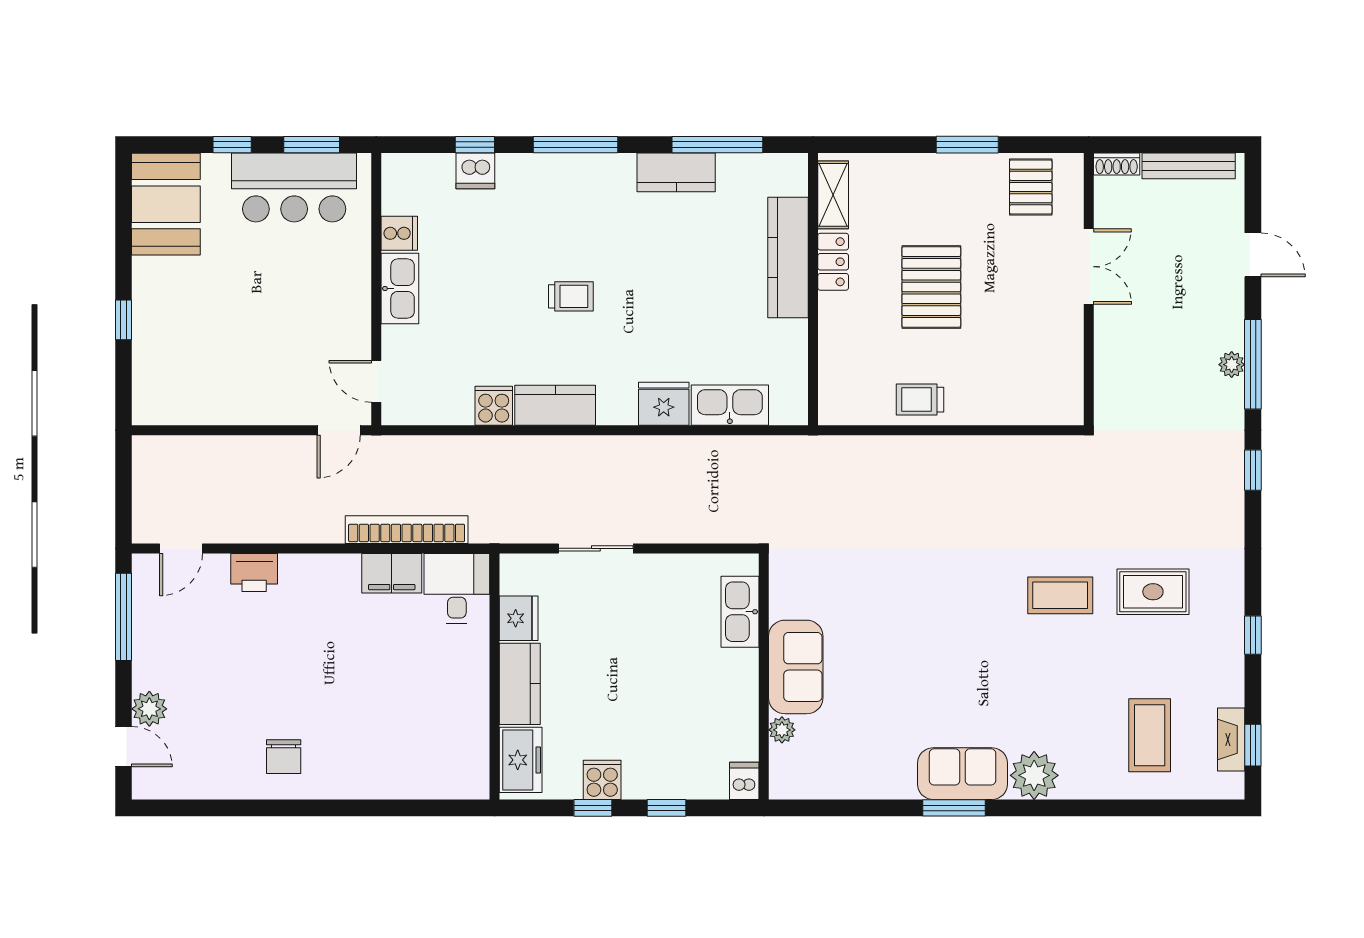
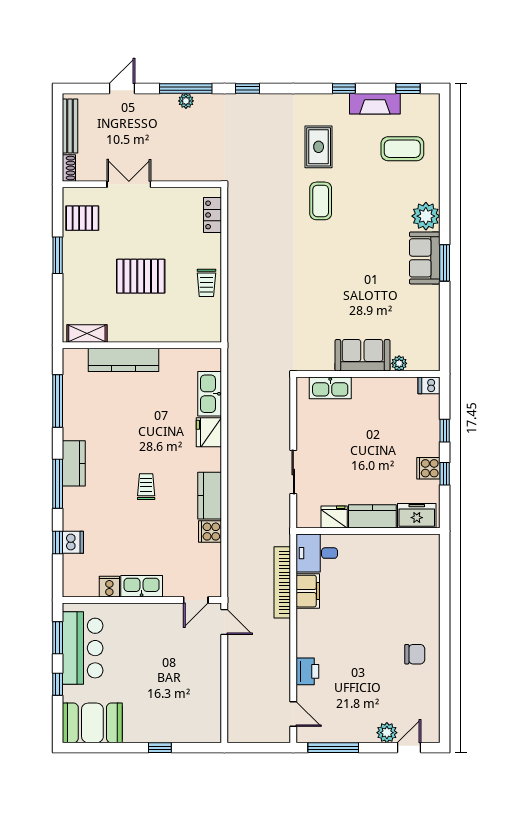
kitchen counter: (676, 172) -> (74, 463), moved
locker: (833, 262) -> (213, 215), moved, turned -90
fireplace: (1231, 739) -> (375, 104), moved, width x1.37, depth x1.32

